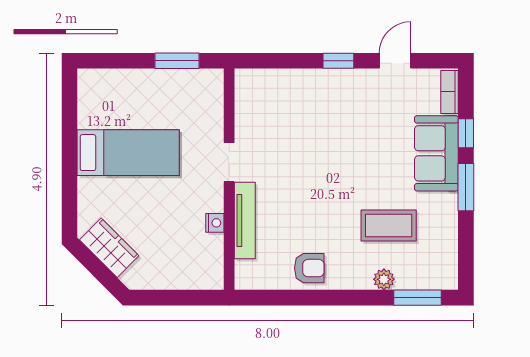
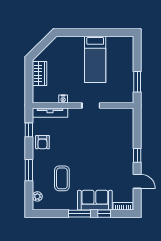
tv unit: (245, 220) -> (50, 113), moved
wardrobe: (109, 248) -> (40, 73), moved, turned -45
plant: (384, 279) -> (37, 196), moved
window: (282, 298) -> (29, 130), added
window: (417, 298) -> (29, 170), moved

